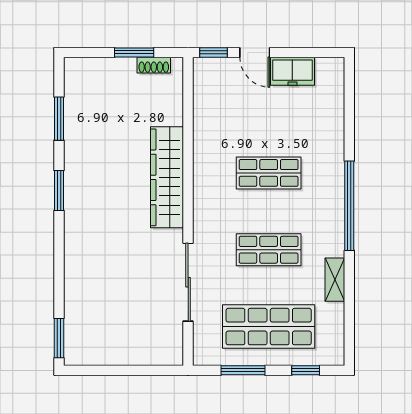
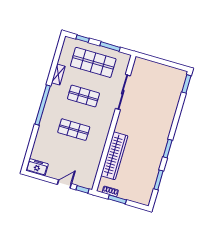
door: (255, 52) -> (64, 184), hinge flipped
freezer: (292, 71) -> (37, 167), moved
wardrobe: (167, 177) -> (114, 156), moved

